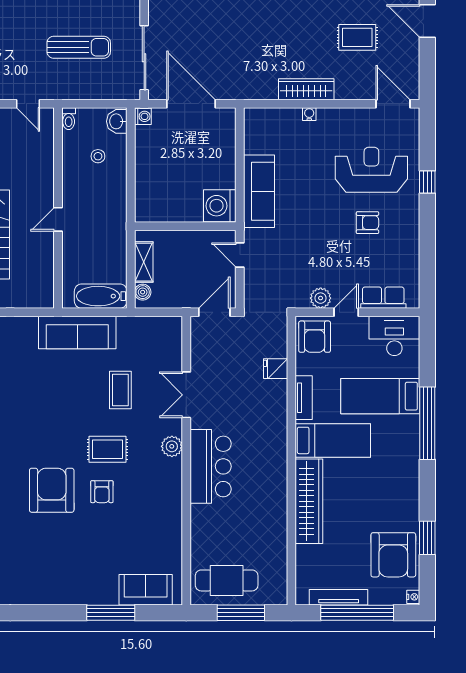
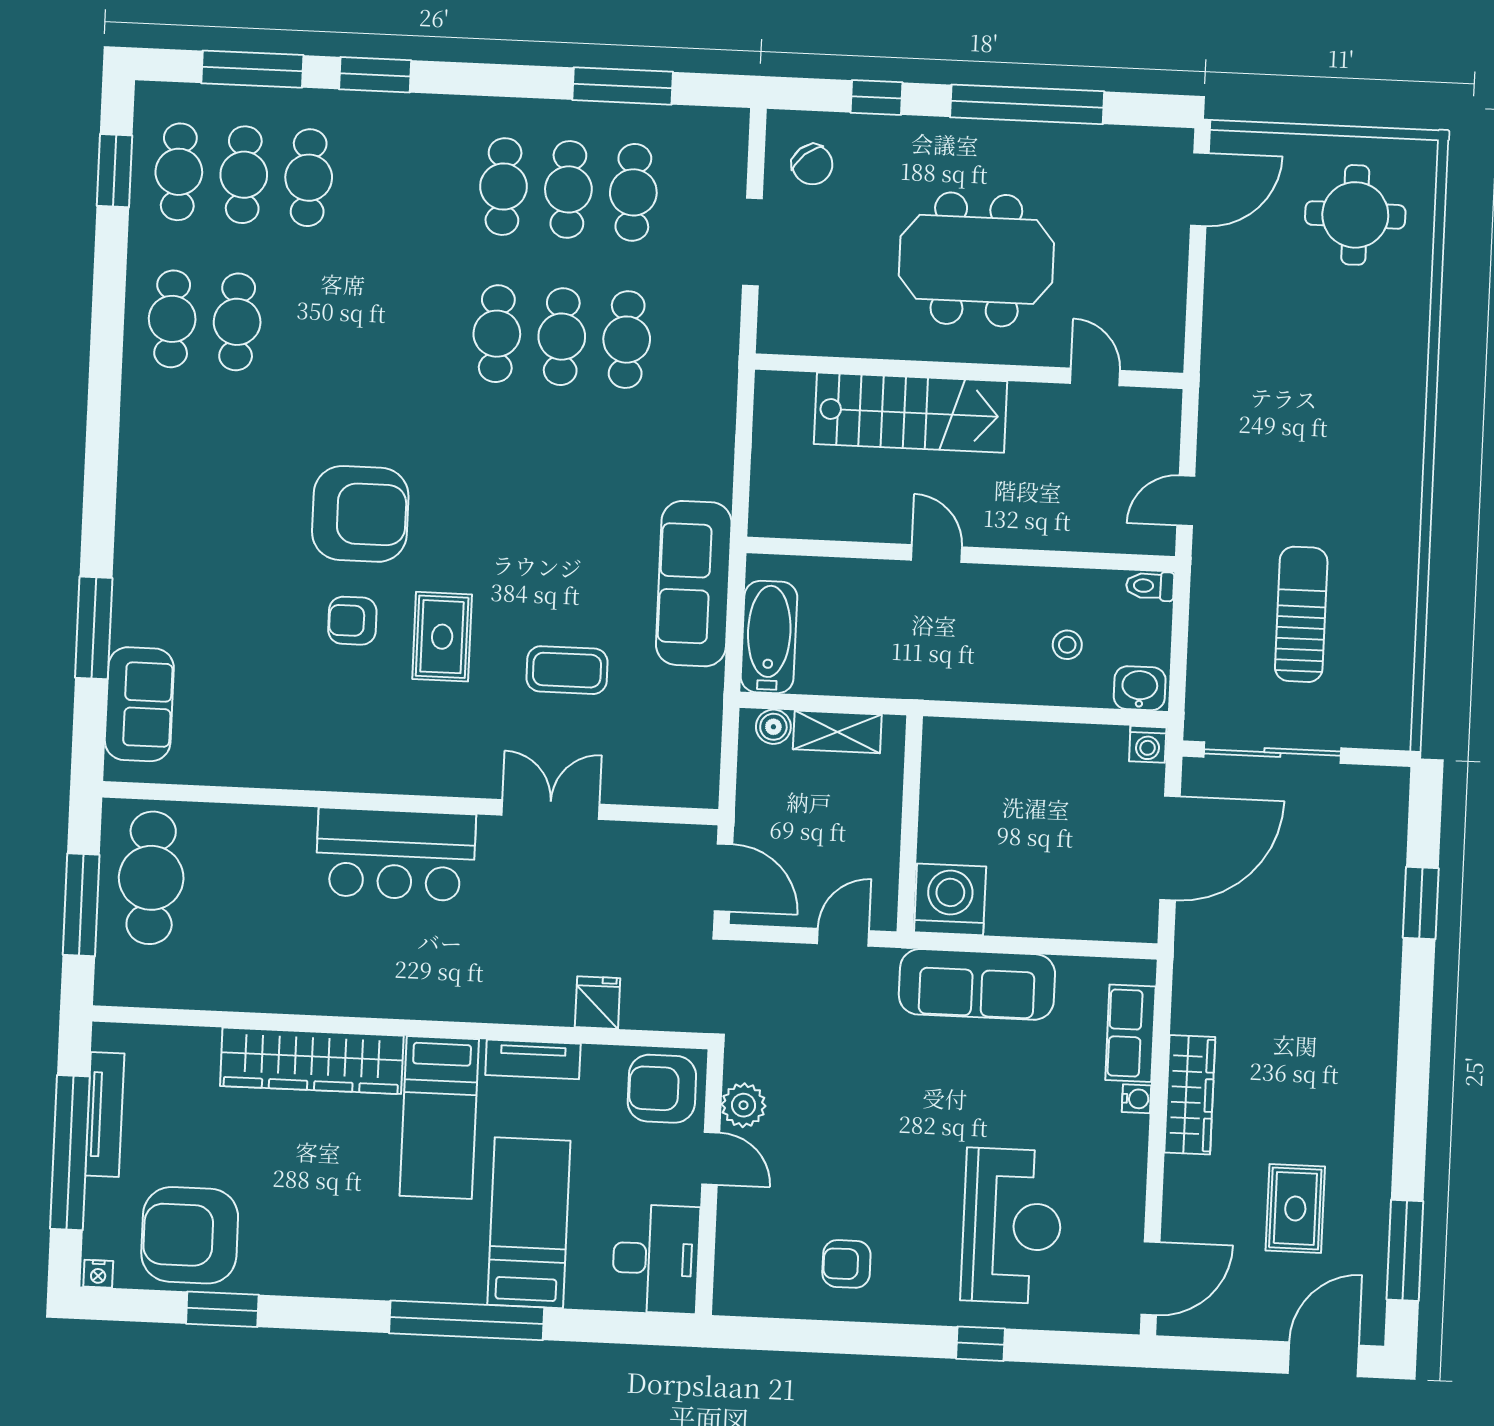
sun lounger: (79, 47) -> (1301, 614), turned 180
armchair: (367, 223) -> (846, 1264), moved, turned 90
row of seats: (383, 298) -> (1130, 1033), moved, turned 180
plant: (172, 446) -> (442, 774), removed

